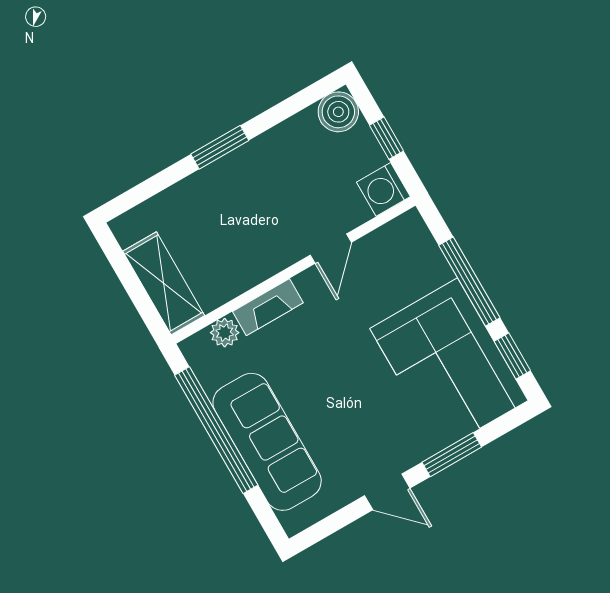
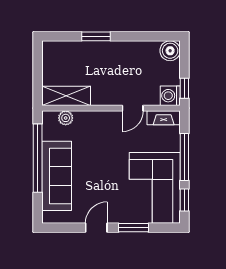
window: (387, 138) -> (184, 88), moved
window: (220, 147) -> (96, 36), moved
shelving: (164, 283) -> (66, 96), moved, turned 90
fireplace: (268, 307) -> (164, 118), moved
door: (387, 492) -> (96, 228), swing flipped

